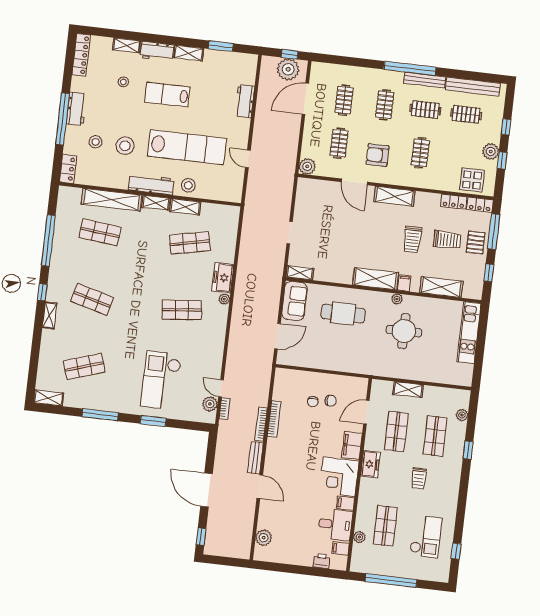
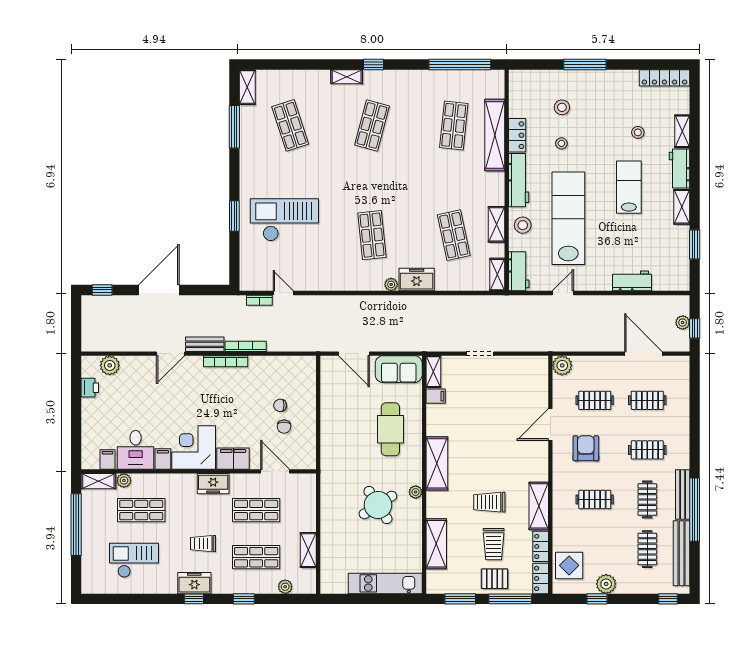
window: (410, 68) -> (695, 510), moved
plant: (288, 69) -> (683, 323), width x0.53, depth x0.53
workbench: (76, 109) -> (519, 271), moved, turned -90
window: (63, 119) -> (585, 65), width x0.68
window: (506, 127) -> (668, 599), moved
stool: (125, 146) -> (561, 143), width x0.53, depth x0.53
lab bench: (187, 147) -> (568, 218), turned 180
locker: (68, 169) -> (517, 135), moved, turned -90
shelving: (395, 196) -> (539, 506), moved
shelving: (156, 203) -> (497, 275), moved
window: (48, 241) -> (460, 65), moved
window: (489, 273) -> (460, 599), width x1.50
filing cabinet: (404, 283) -> (436, 396), moved
round table: (404, 331) -> (378, 505), turned -33
door: (221, 388) -> (283, 293), hinge flipped
shelving: (408, 390) -> (308, 550), moved
plant: (210, 404) -> (263, 282), removed
window: (100, 415) -> (234, 127), moved
bookcase: (274, 419) -> (226, 361), moved
freezer: (450, 489) -> (194, 583), added
checkout: (426, 537) -> (134, 560), turned 180
window: (456, 551) -> (194, 599), moved
shelving: (357, 558) -> (98, 481), added
printer: (321, 561) -> (90, 388), moved

